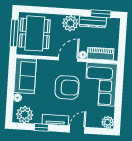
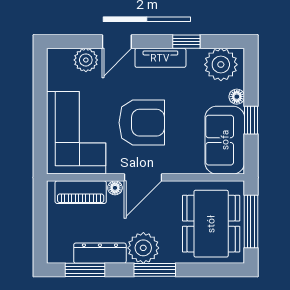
window: (65, 12) -> (155, 270), added
window: (11, 85) -> (251, 120), added
armchair: (67, 87) -> (142, 123), turned 180
plant: (108, 122) -> (86, 60), moved

